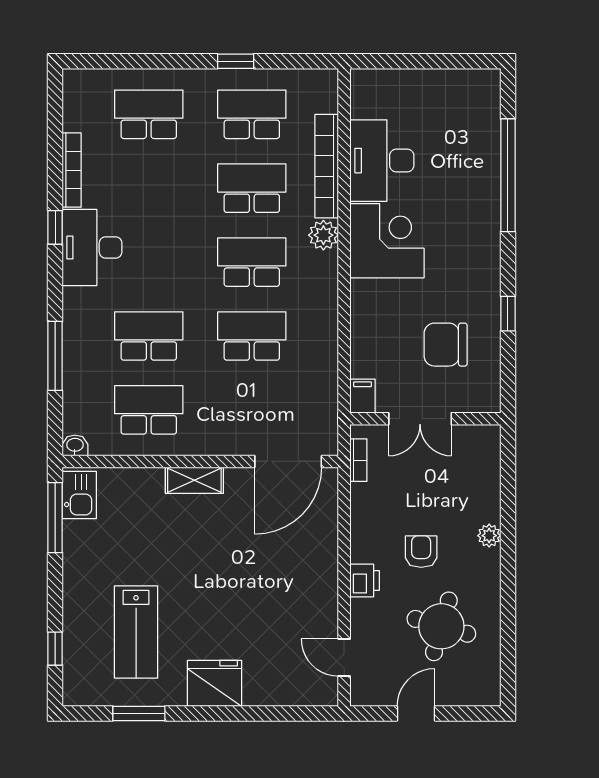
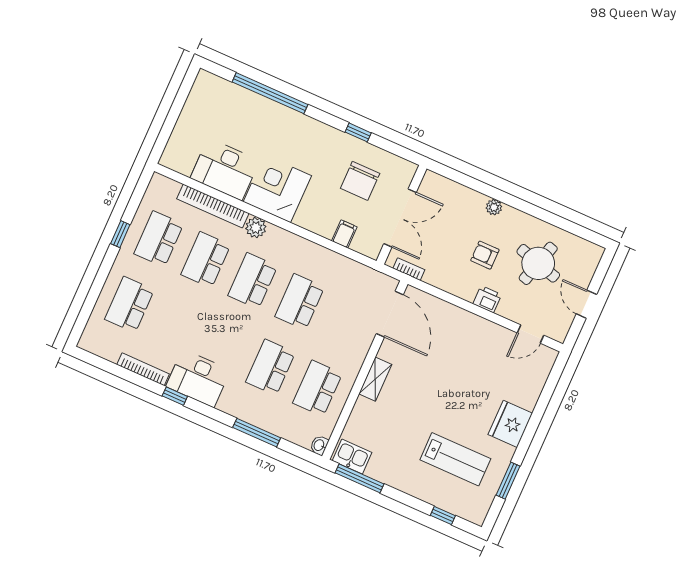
filing cabinet: (363, 396) -> (344, 234), moved, turned 90
double door: (420, 419) -> (400, 218), width x1.37

